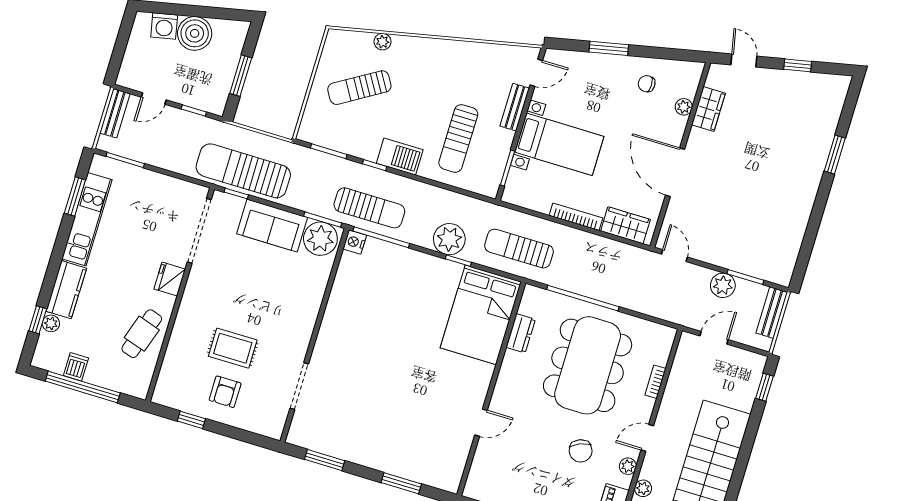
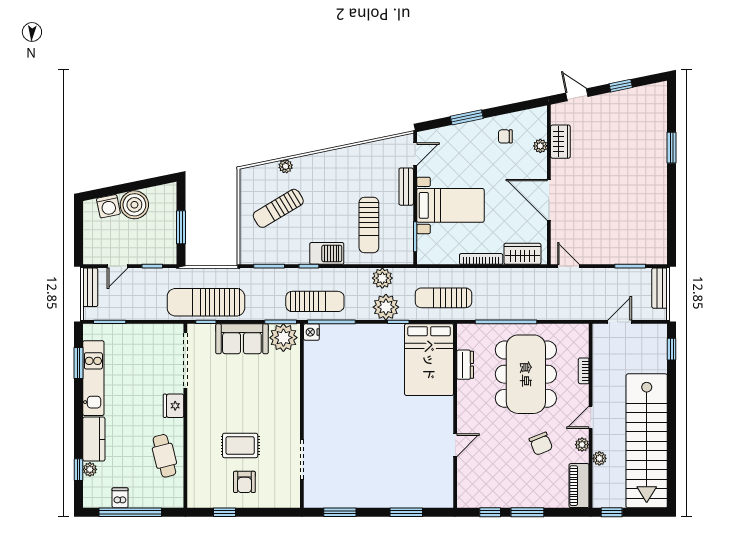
plant: (723, 285) -> (382, 278), moved
cafe table: (142, 334) -> (164, 456), turned -32

